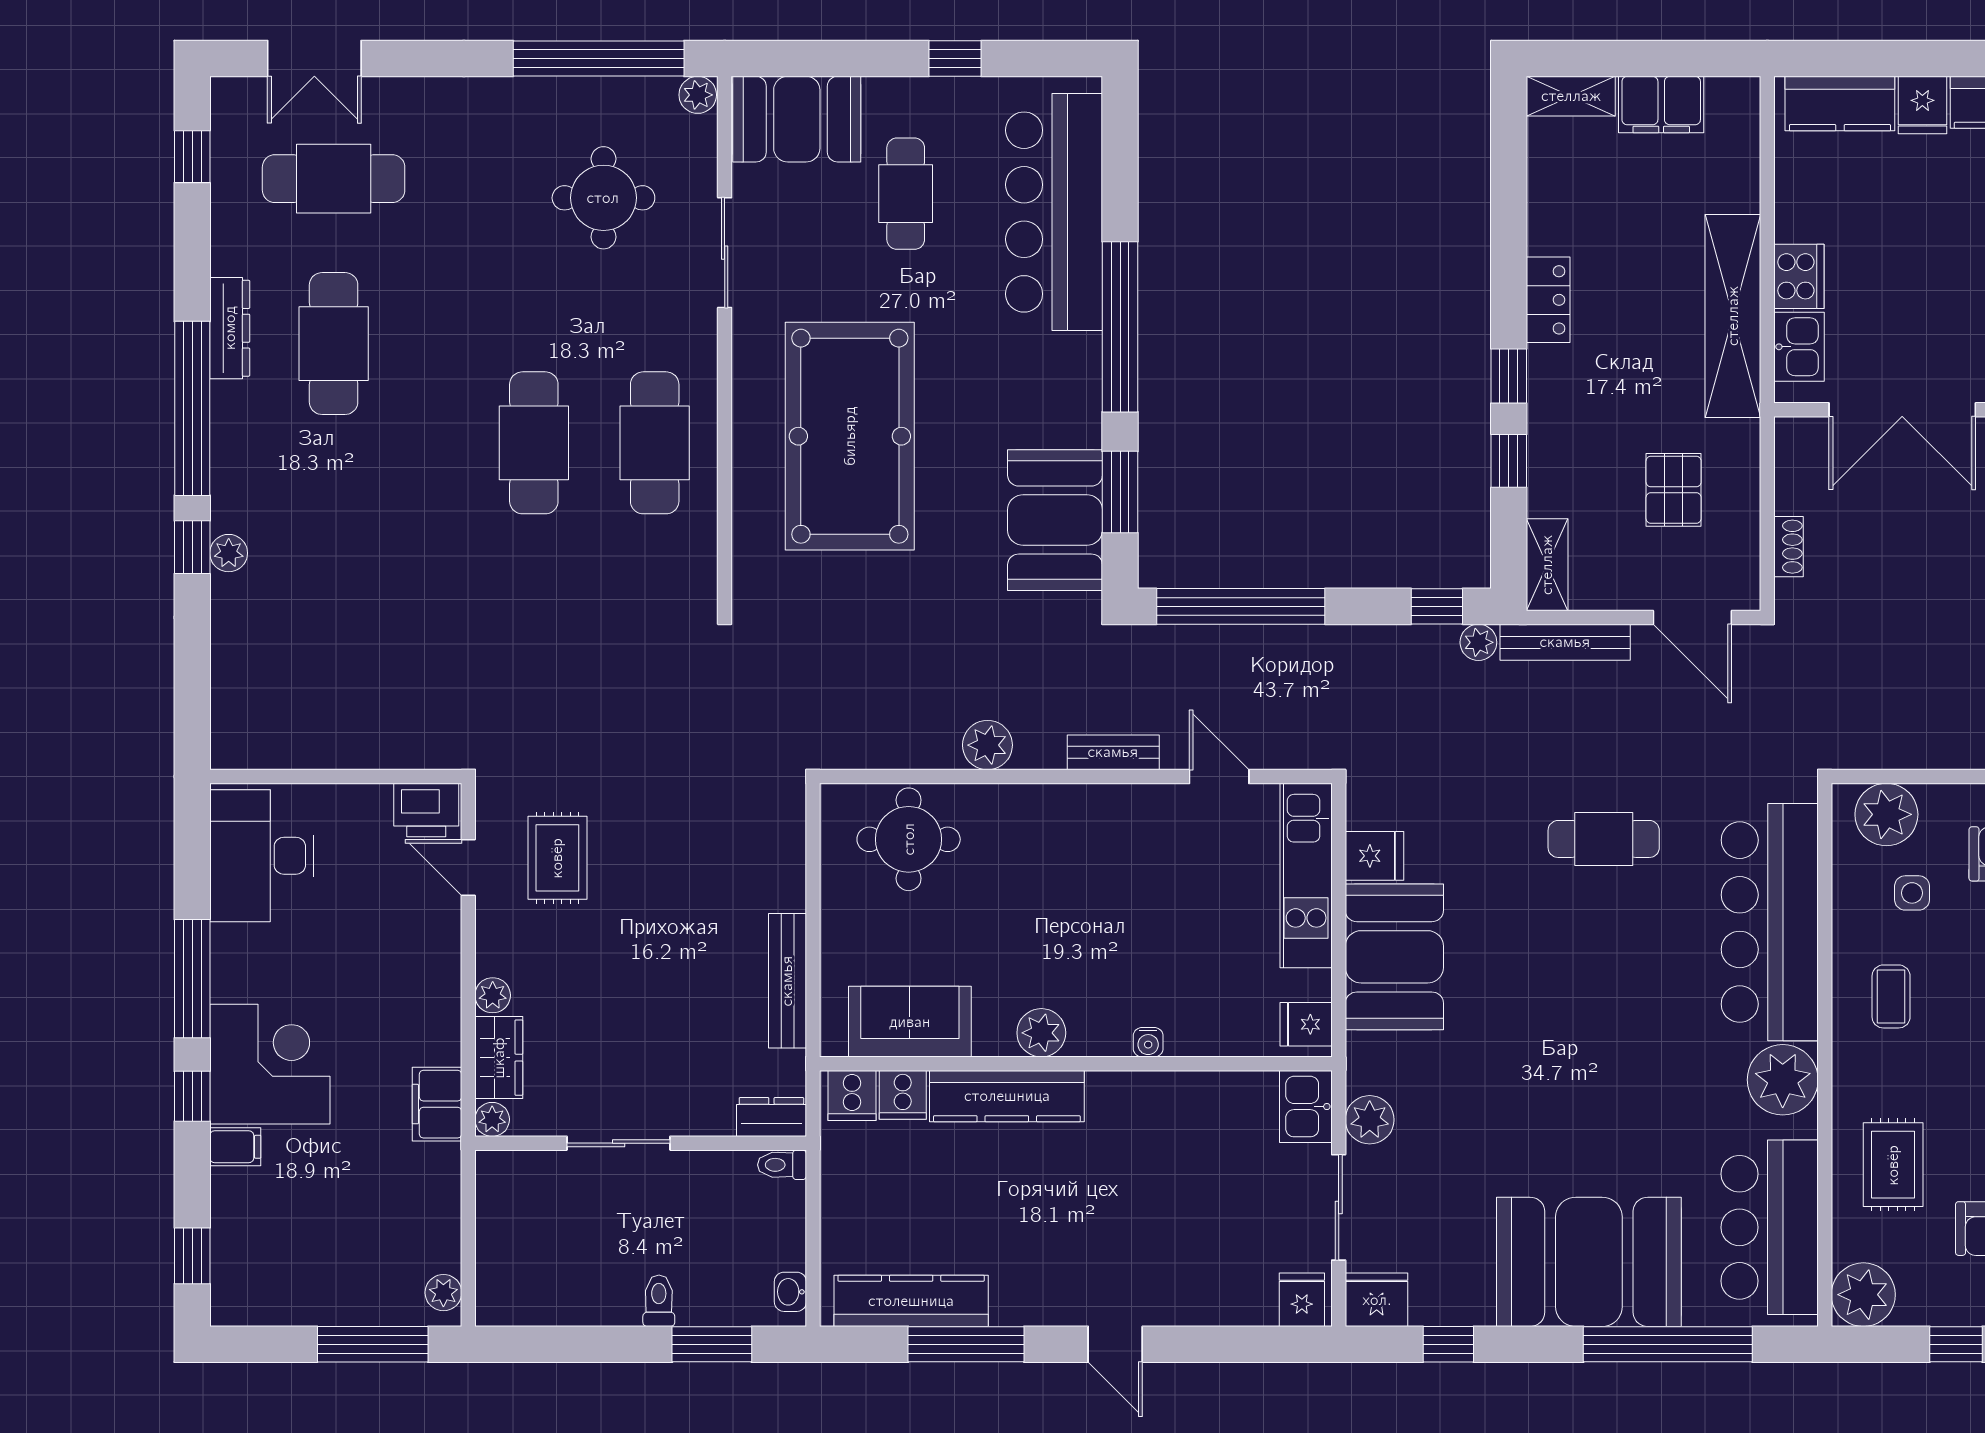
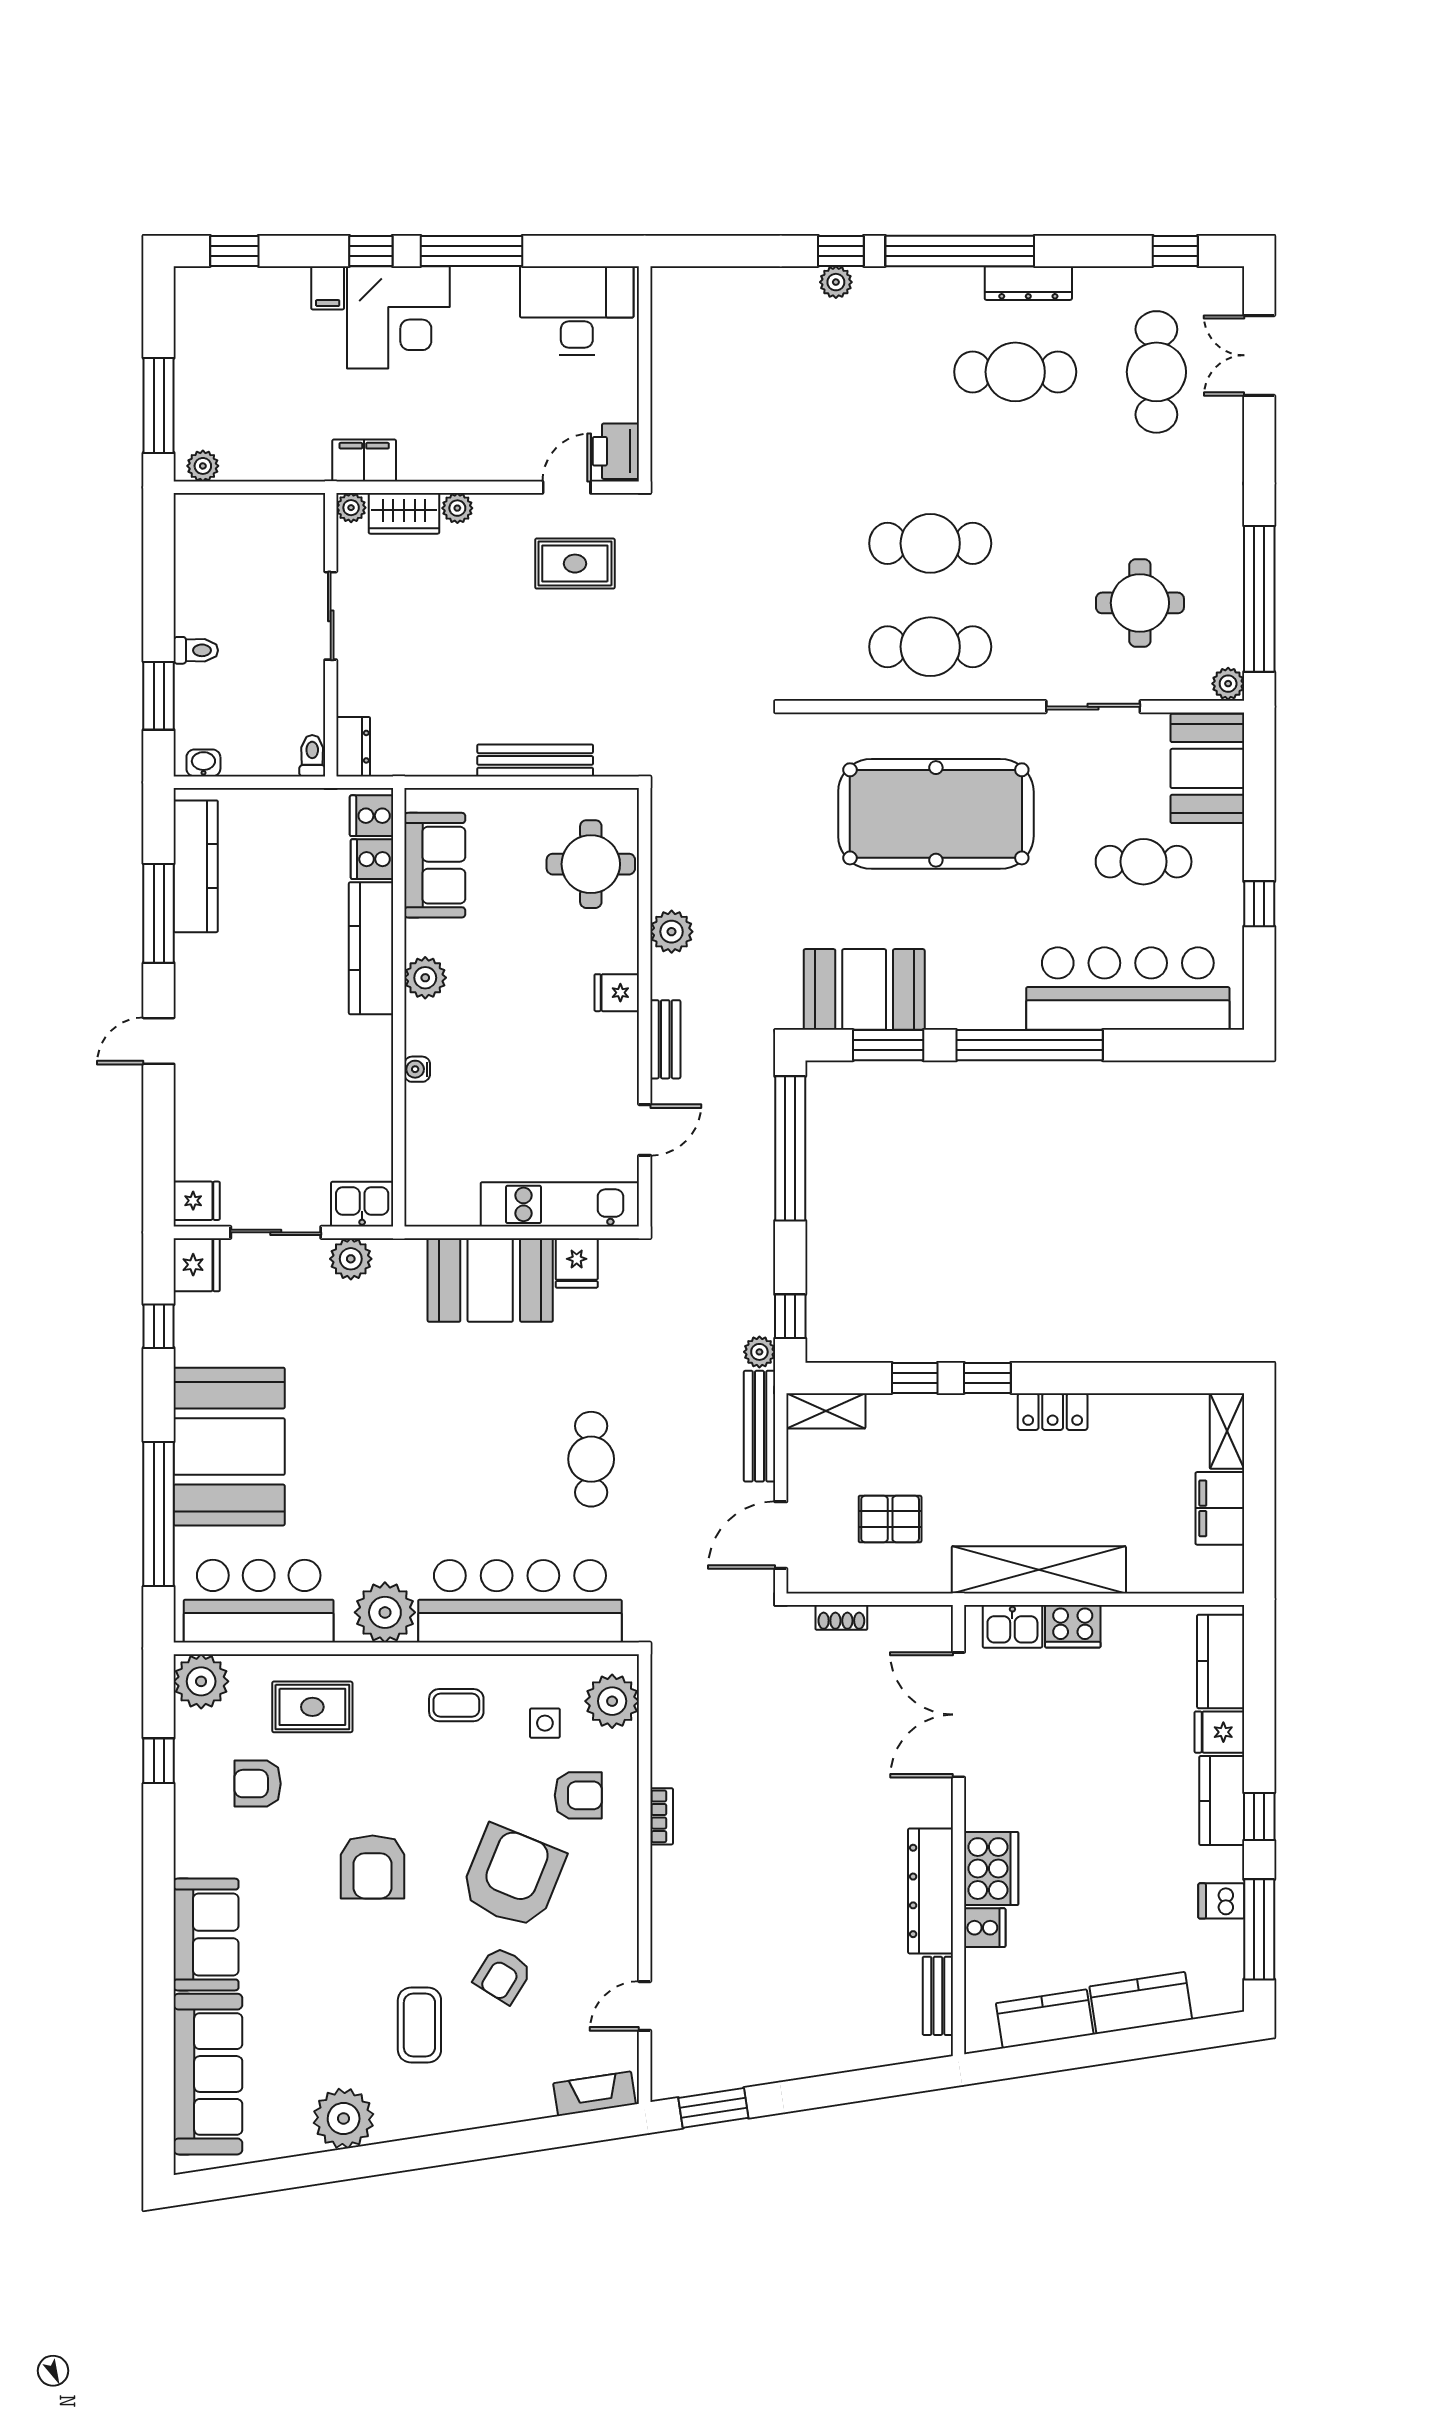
bench: (787, 981) -> (535, 760), moved
fridge: (1306, 1024) -> (617, 993), moved, turned -90

